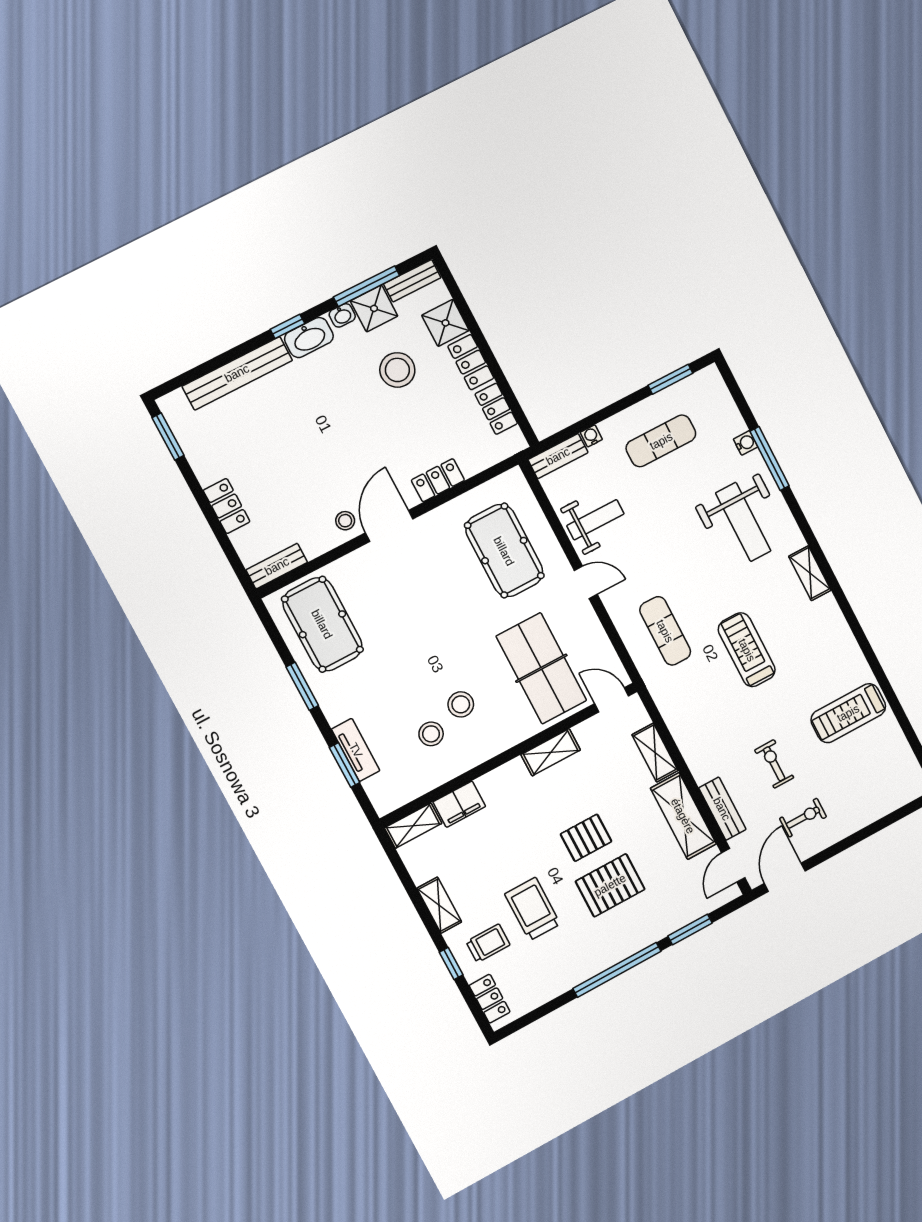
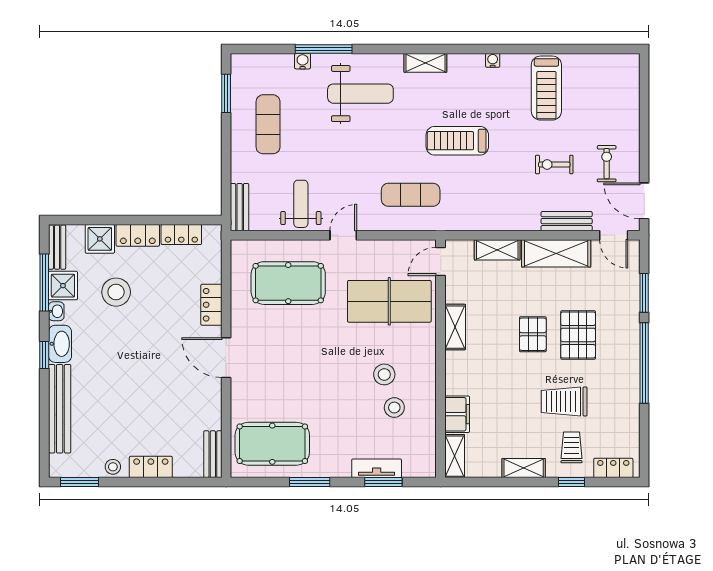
water cooler: (591, 436) -> (493, 60), moved, turned 90
stool: (345, 521) -> (113, 467), moved

